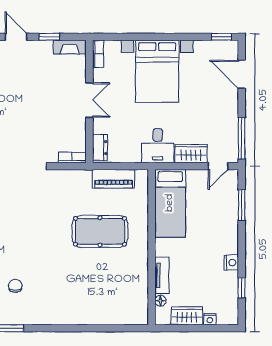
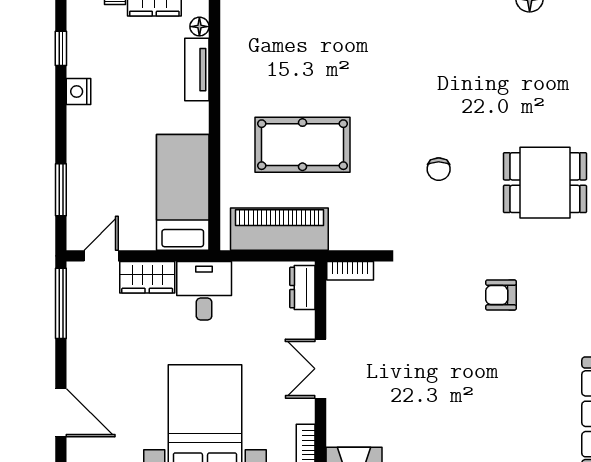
piano: (114, 179) -> (279, 229), width x1.37, depth x1.33
chair: (15, 286) -> (439, 169), moved

